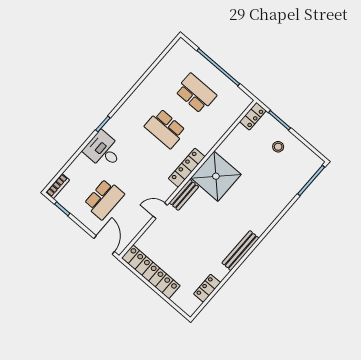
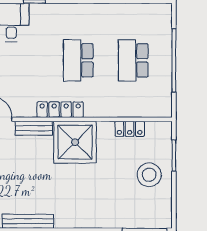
school desk: (196, 93) -> (133, 60), turned 180
locker: (253, 116) -> (130, 129), moved
stool: (278, 147) -> (149, 175), width x1.89, depth x1.89

